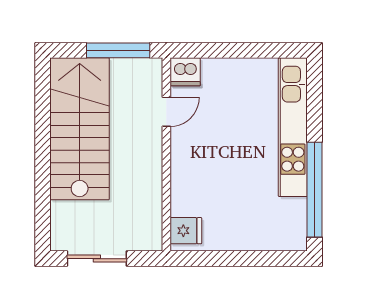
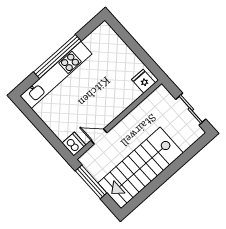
window: (315, 190) -> (57, 56), moved

